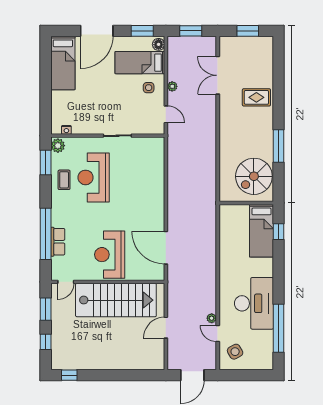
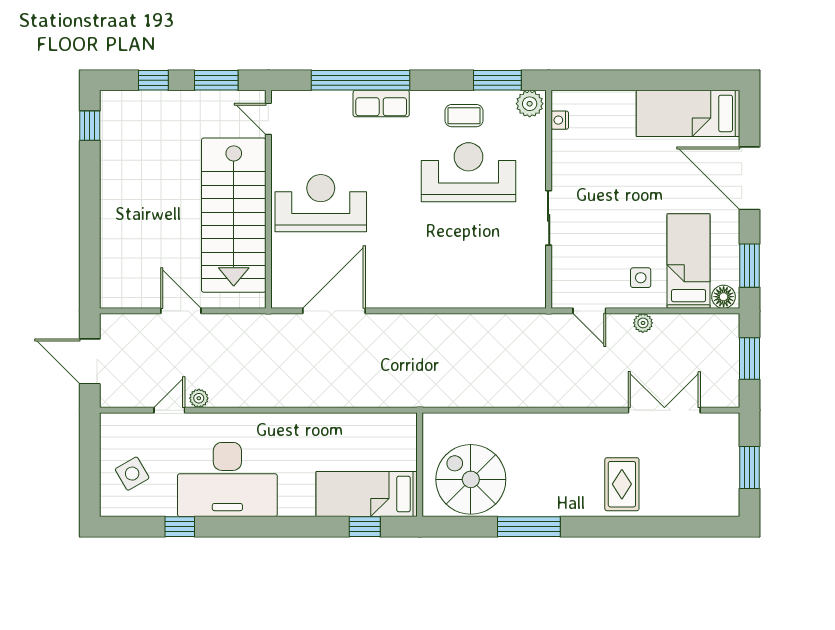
door: (166, 114) -> (589, 311), hinge flipped
row of seats: (58, 242) -> (381, 104), moved
window: (279, 328) -> (180, 527), width x0.32
side table: (235, 352) -> (132, 474), moved

